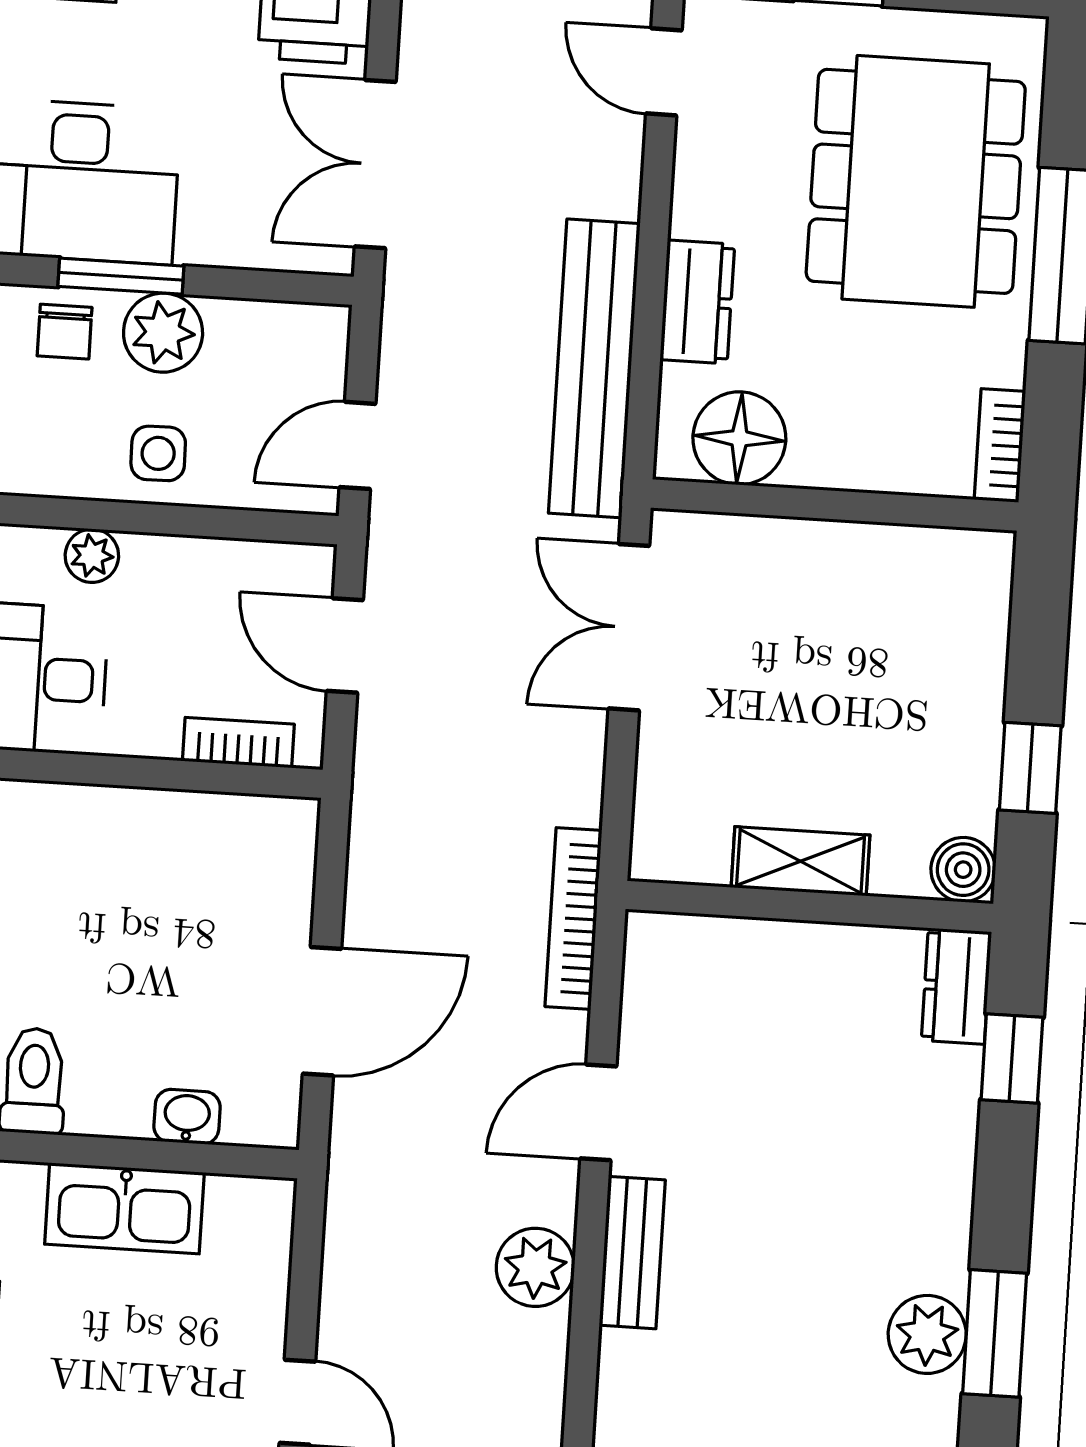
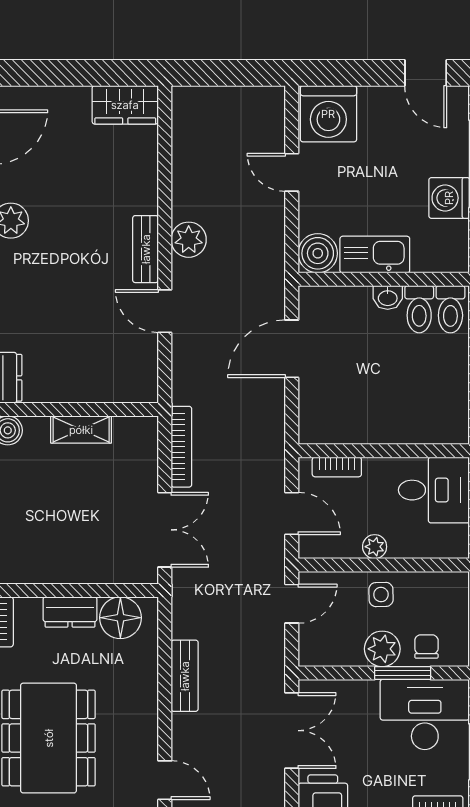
dresser: (697, 302) -> (70, 612), moved, turned -90
bench: (594, 368) -> (185, 676), width x0.54, depth x0.82
plant: (92, 556) -> (375, 547), moved
bookcase: (573, 919) -> (181, 447), moved
door: (598, 1112) -> (165, 311), swing flipped
washbasin: (187, 1117) -> (388, 297), moved
boiler: (251, 1219) -> (318, 253), added

